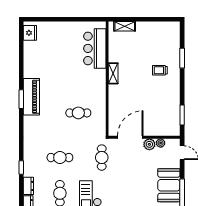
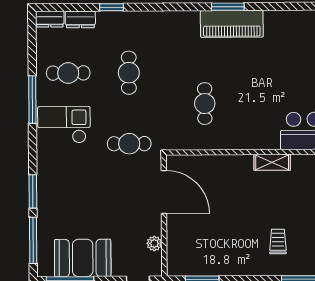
plant: (149, 144) -> (152, 224), removed

